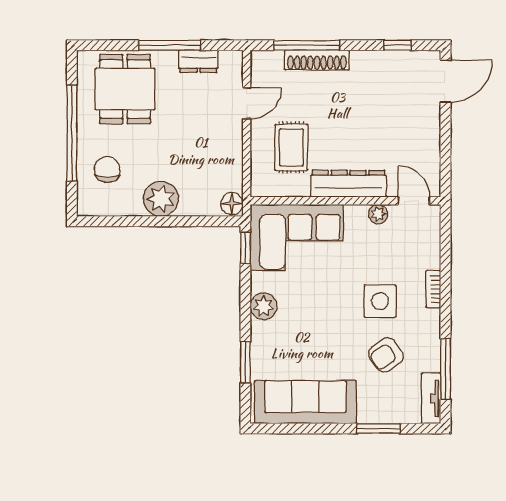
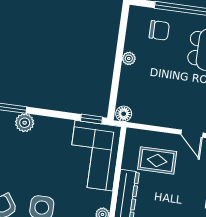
plant: (161, 199) -> (129, 58), width x0.53, depth x0.53
plant: (264, 306) -> (25, 123), moved

